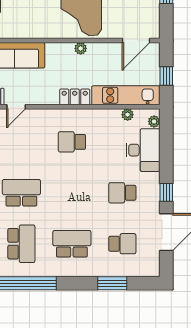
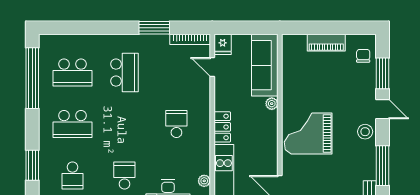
plant: (81, 48) -> (272, 104), moved
school desk: (72, 244) -> (72, 124), turned 90

